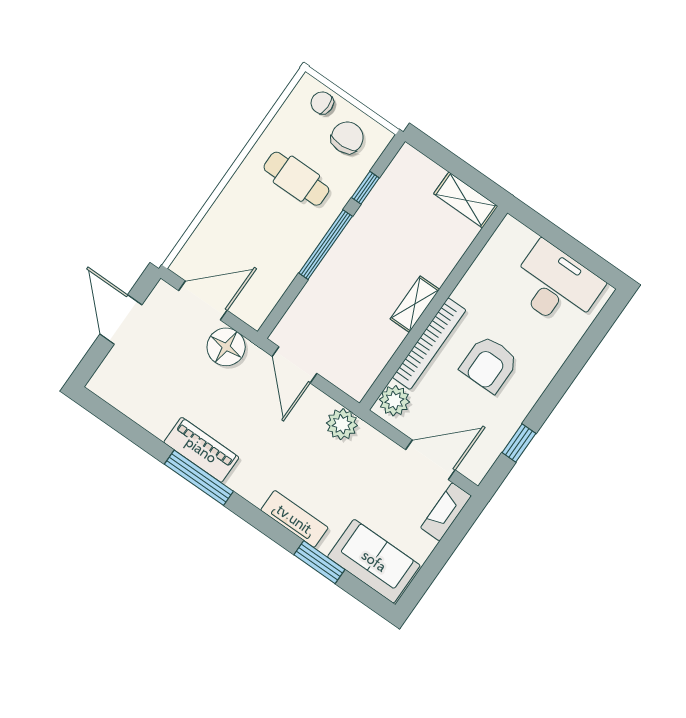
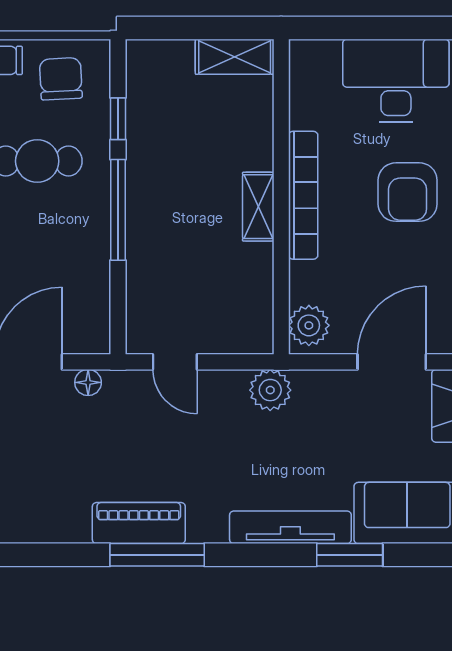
bookcase: (429, 344) -> (303, 195), moved
floor lamp: (226, 347) -> (88, 382), width x0.53, depth x0.53
armchair: (489, 364) -> (408, 192), moved
door: (295, 365) -> (175, 362), width x0.73
tv unit: (294, 519) -> (290, 527), width x1.41

